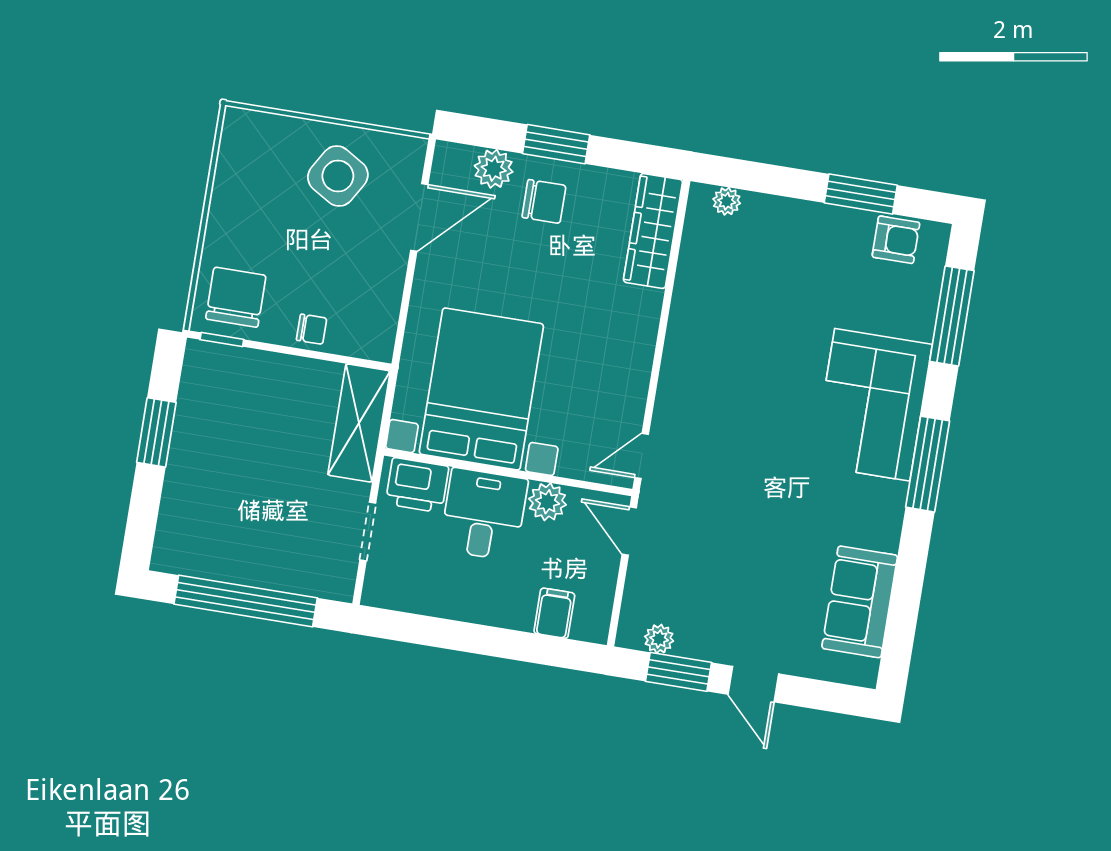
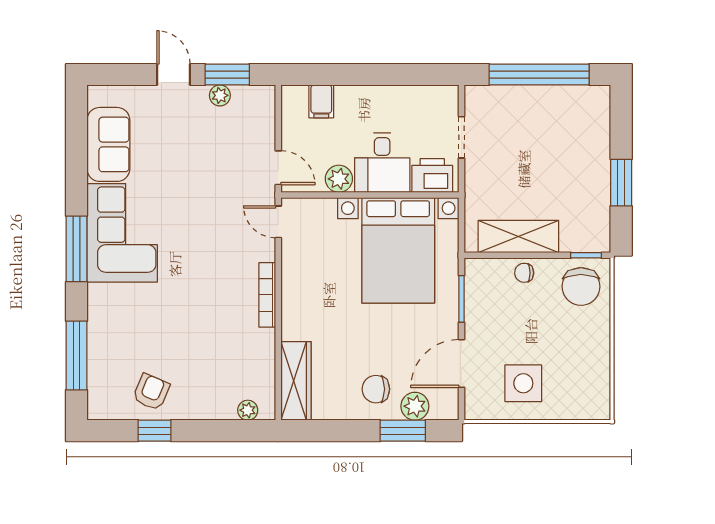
window: (556, 144) -> (403, 431), moved
side table: (338, 176) -> (523, 383), turned -31
window: (861, 194) -> (154, 431), width x0.67
armchair: (896, 240) -> (151, 392), moved, turned 113
window: (405, 307) -> (461, 299), added
bookcase: (673, 357) -> (267, 295), added
corner sofa: (872, 405) -> (122, 233), moved
shelving: (359, 423) -> (518, 237), moved, turned 90
door: (642, 456) -> (278, 222), swing flipped
plant: (659, 639) -> (220, 95), moved

